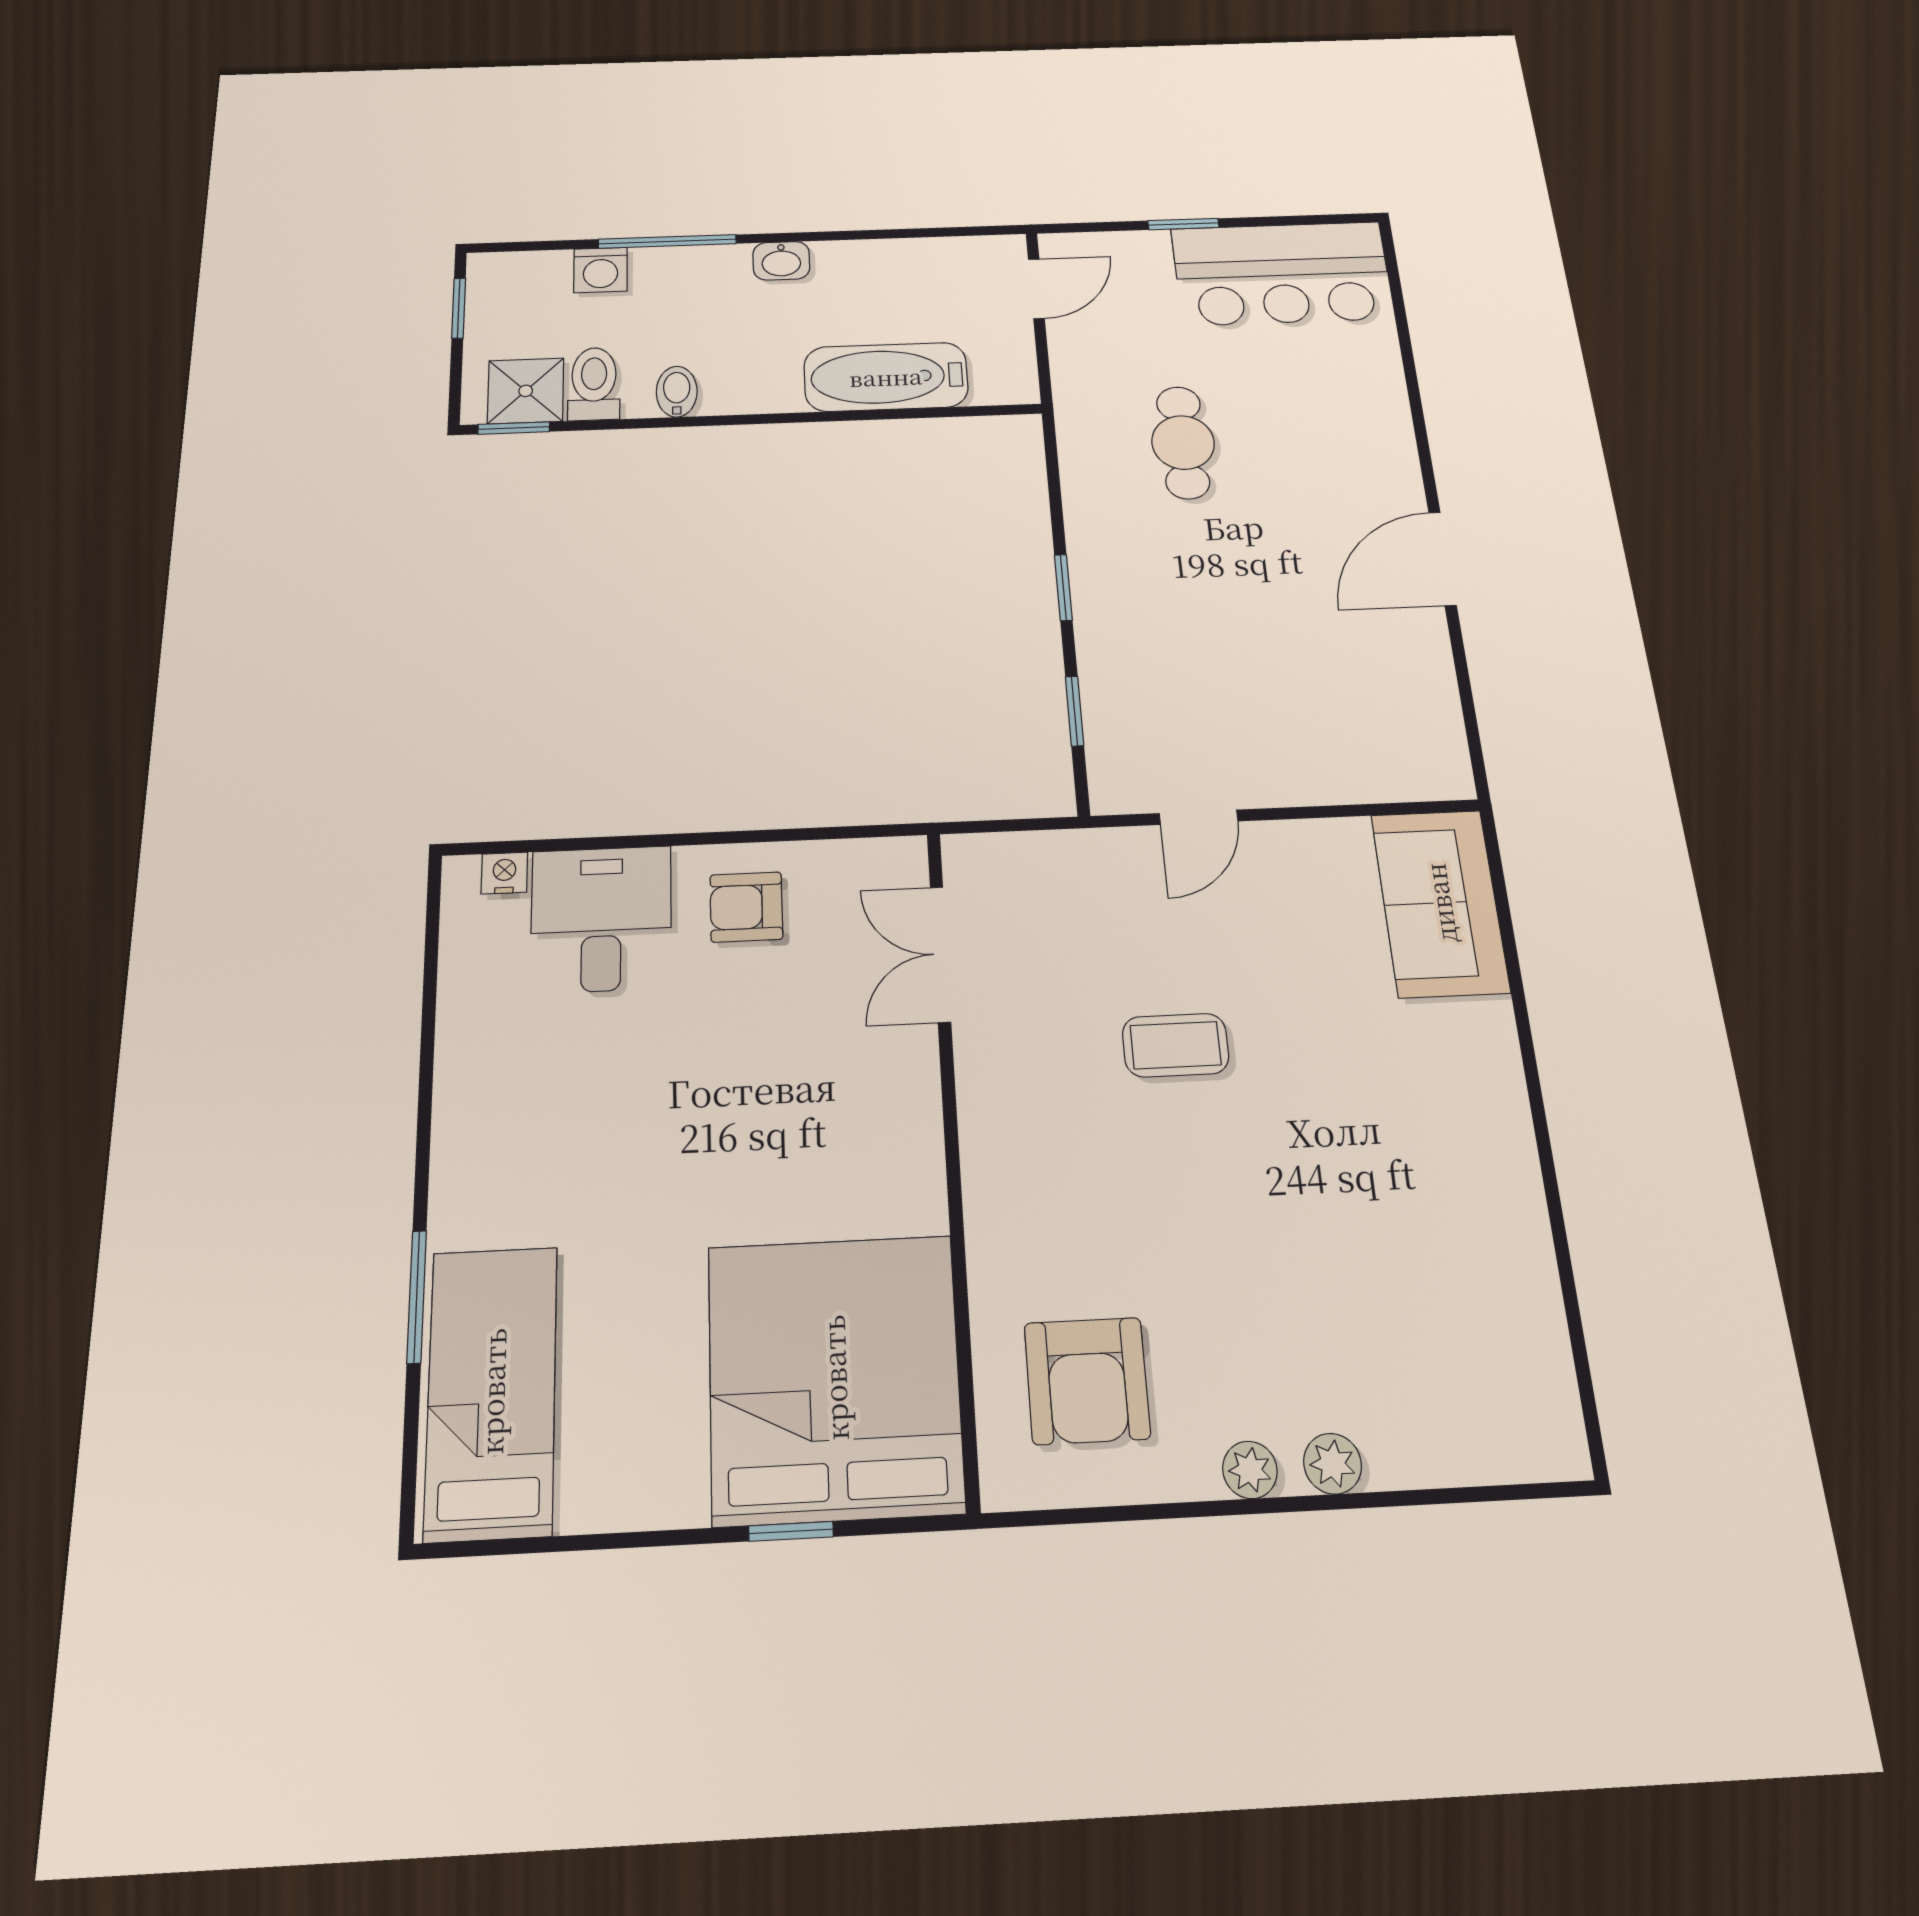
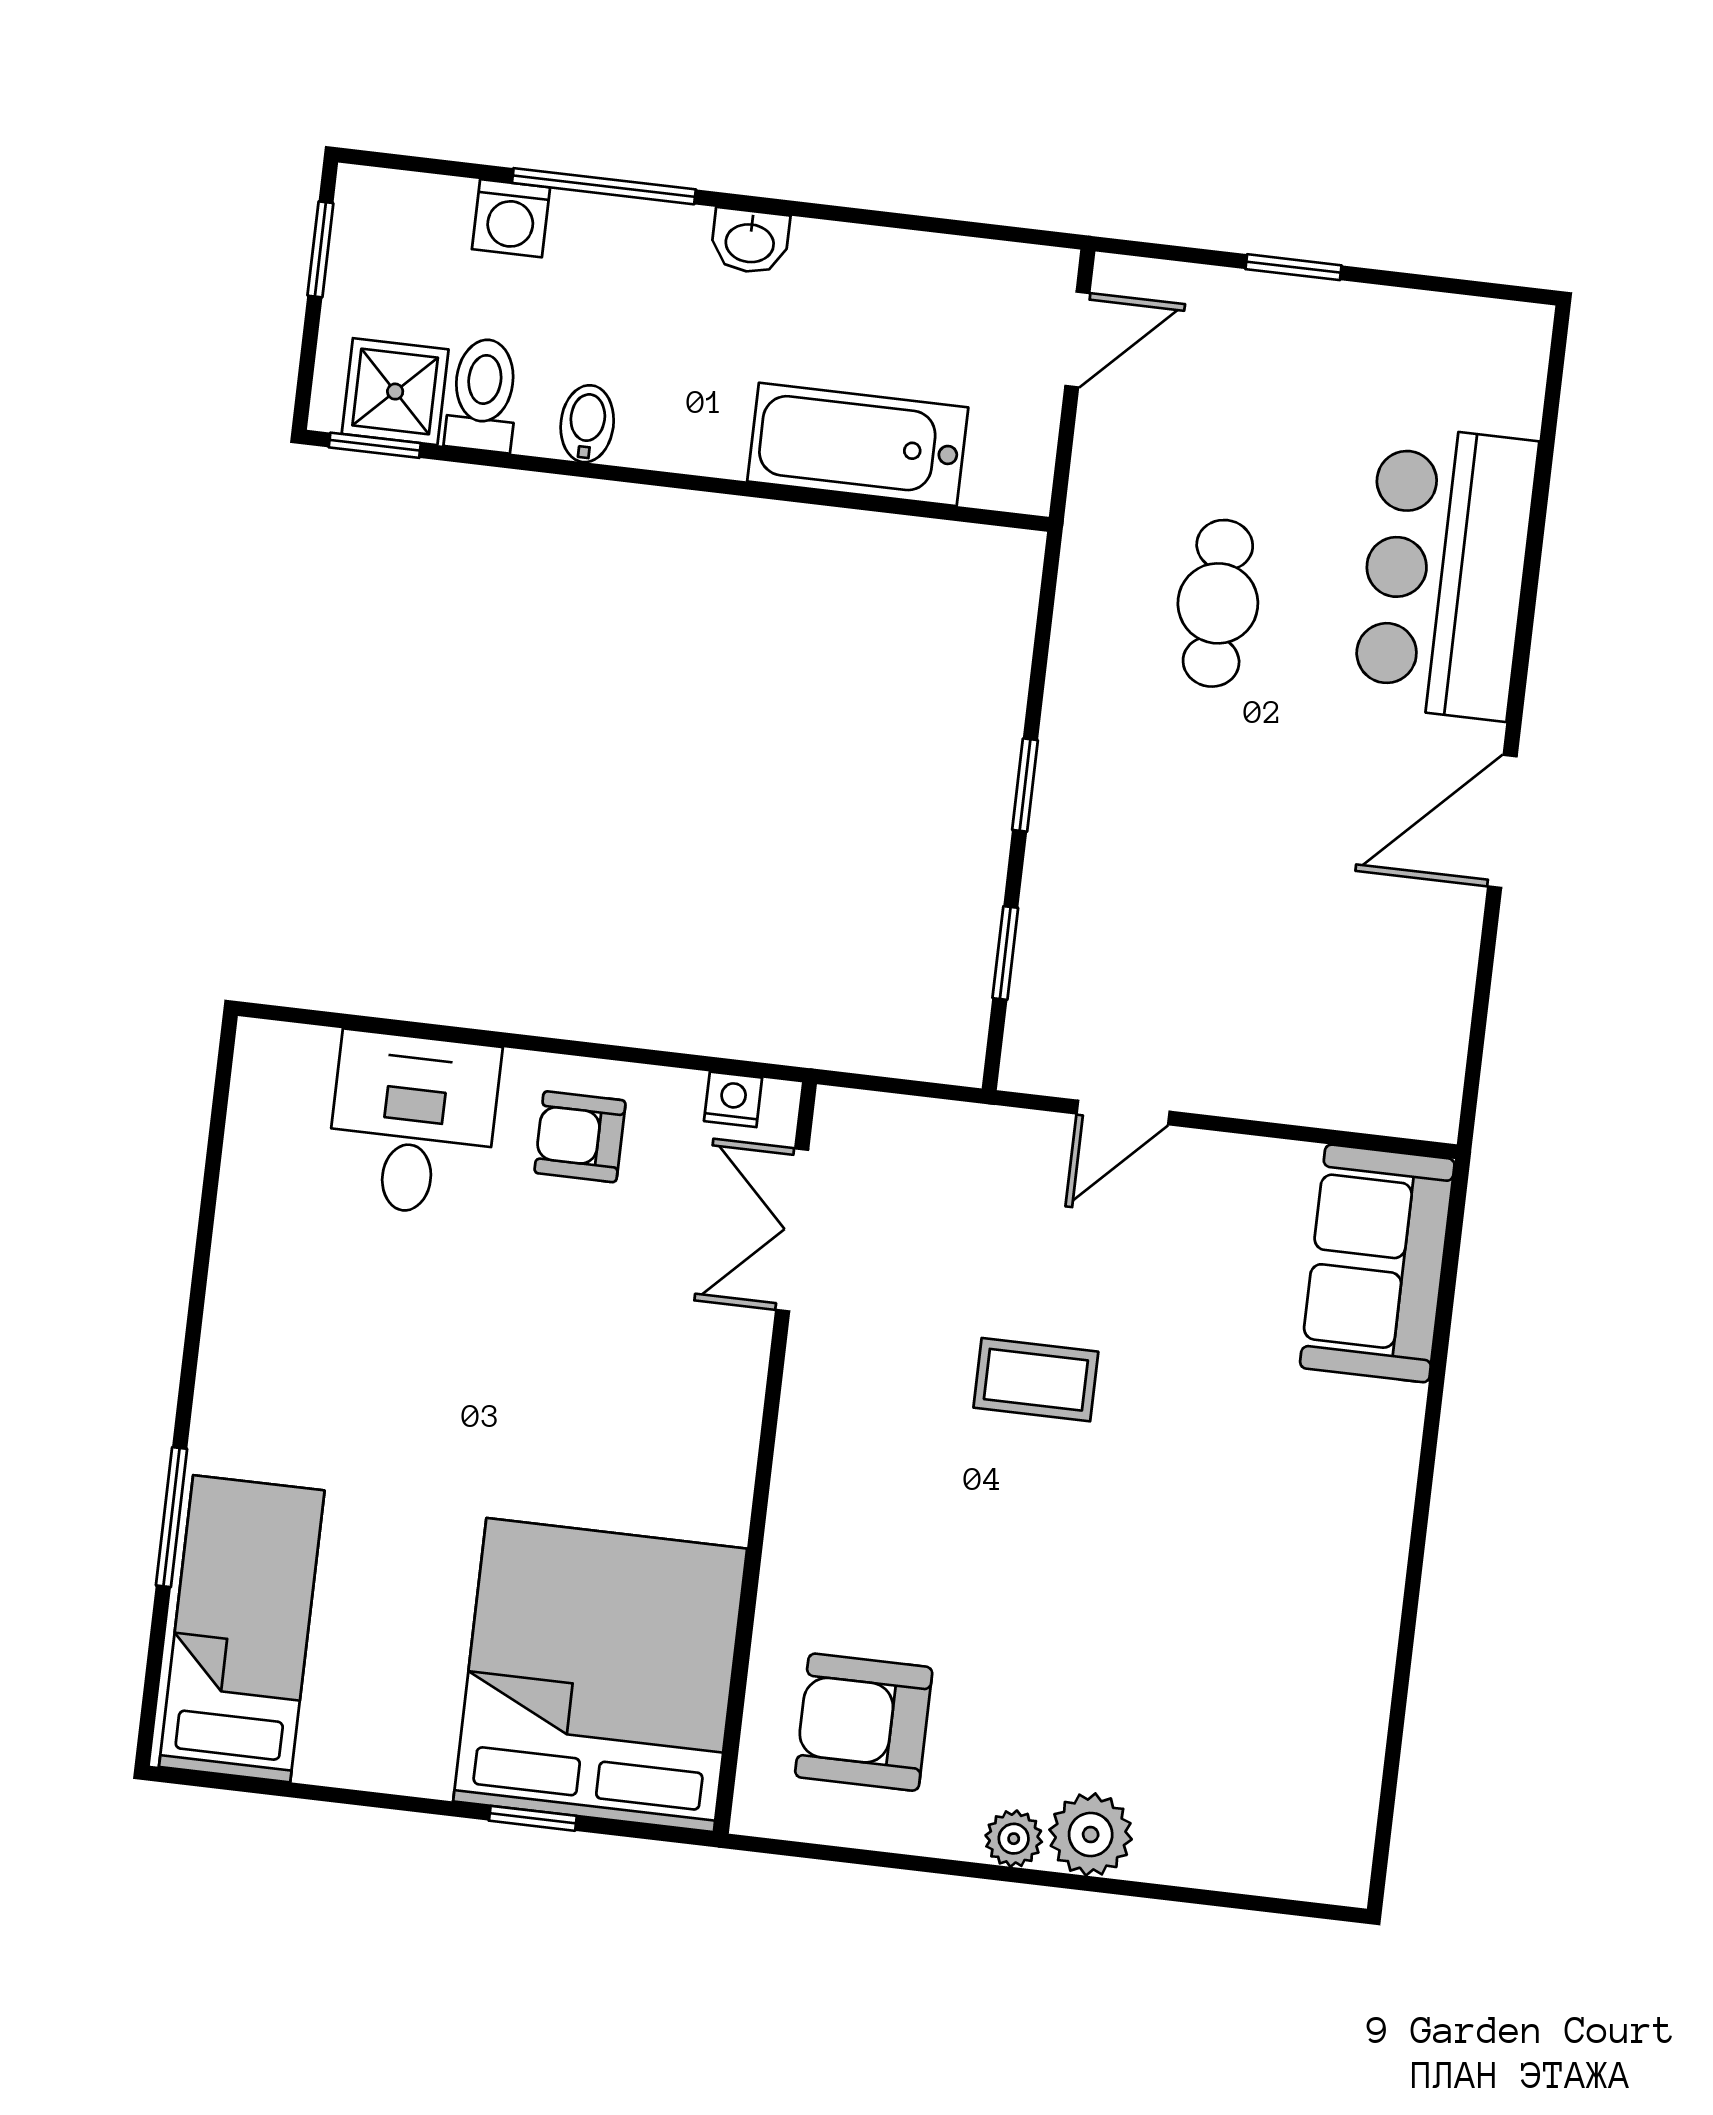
bar counter: (1282, 273) -> (1445, 573), moved, turned 90
nightstand: (504, 873) -> (733, 1099), moved
armchair: (1087, 1381) -> (864, 1722), turned 90
plant: (1333, 1464) -> (1091, 1835), width x1.38, depth x1.38

